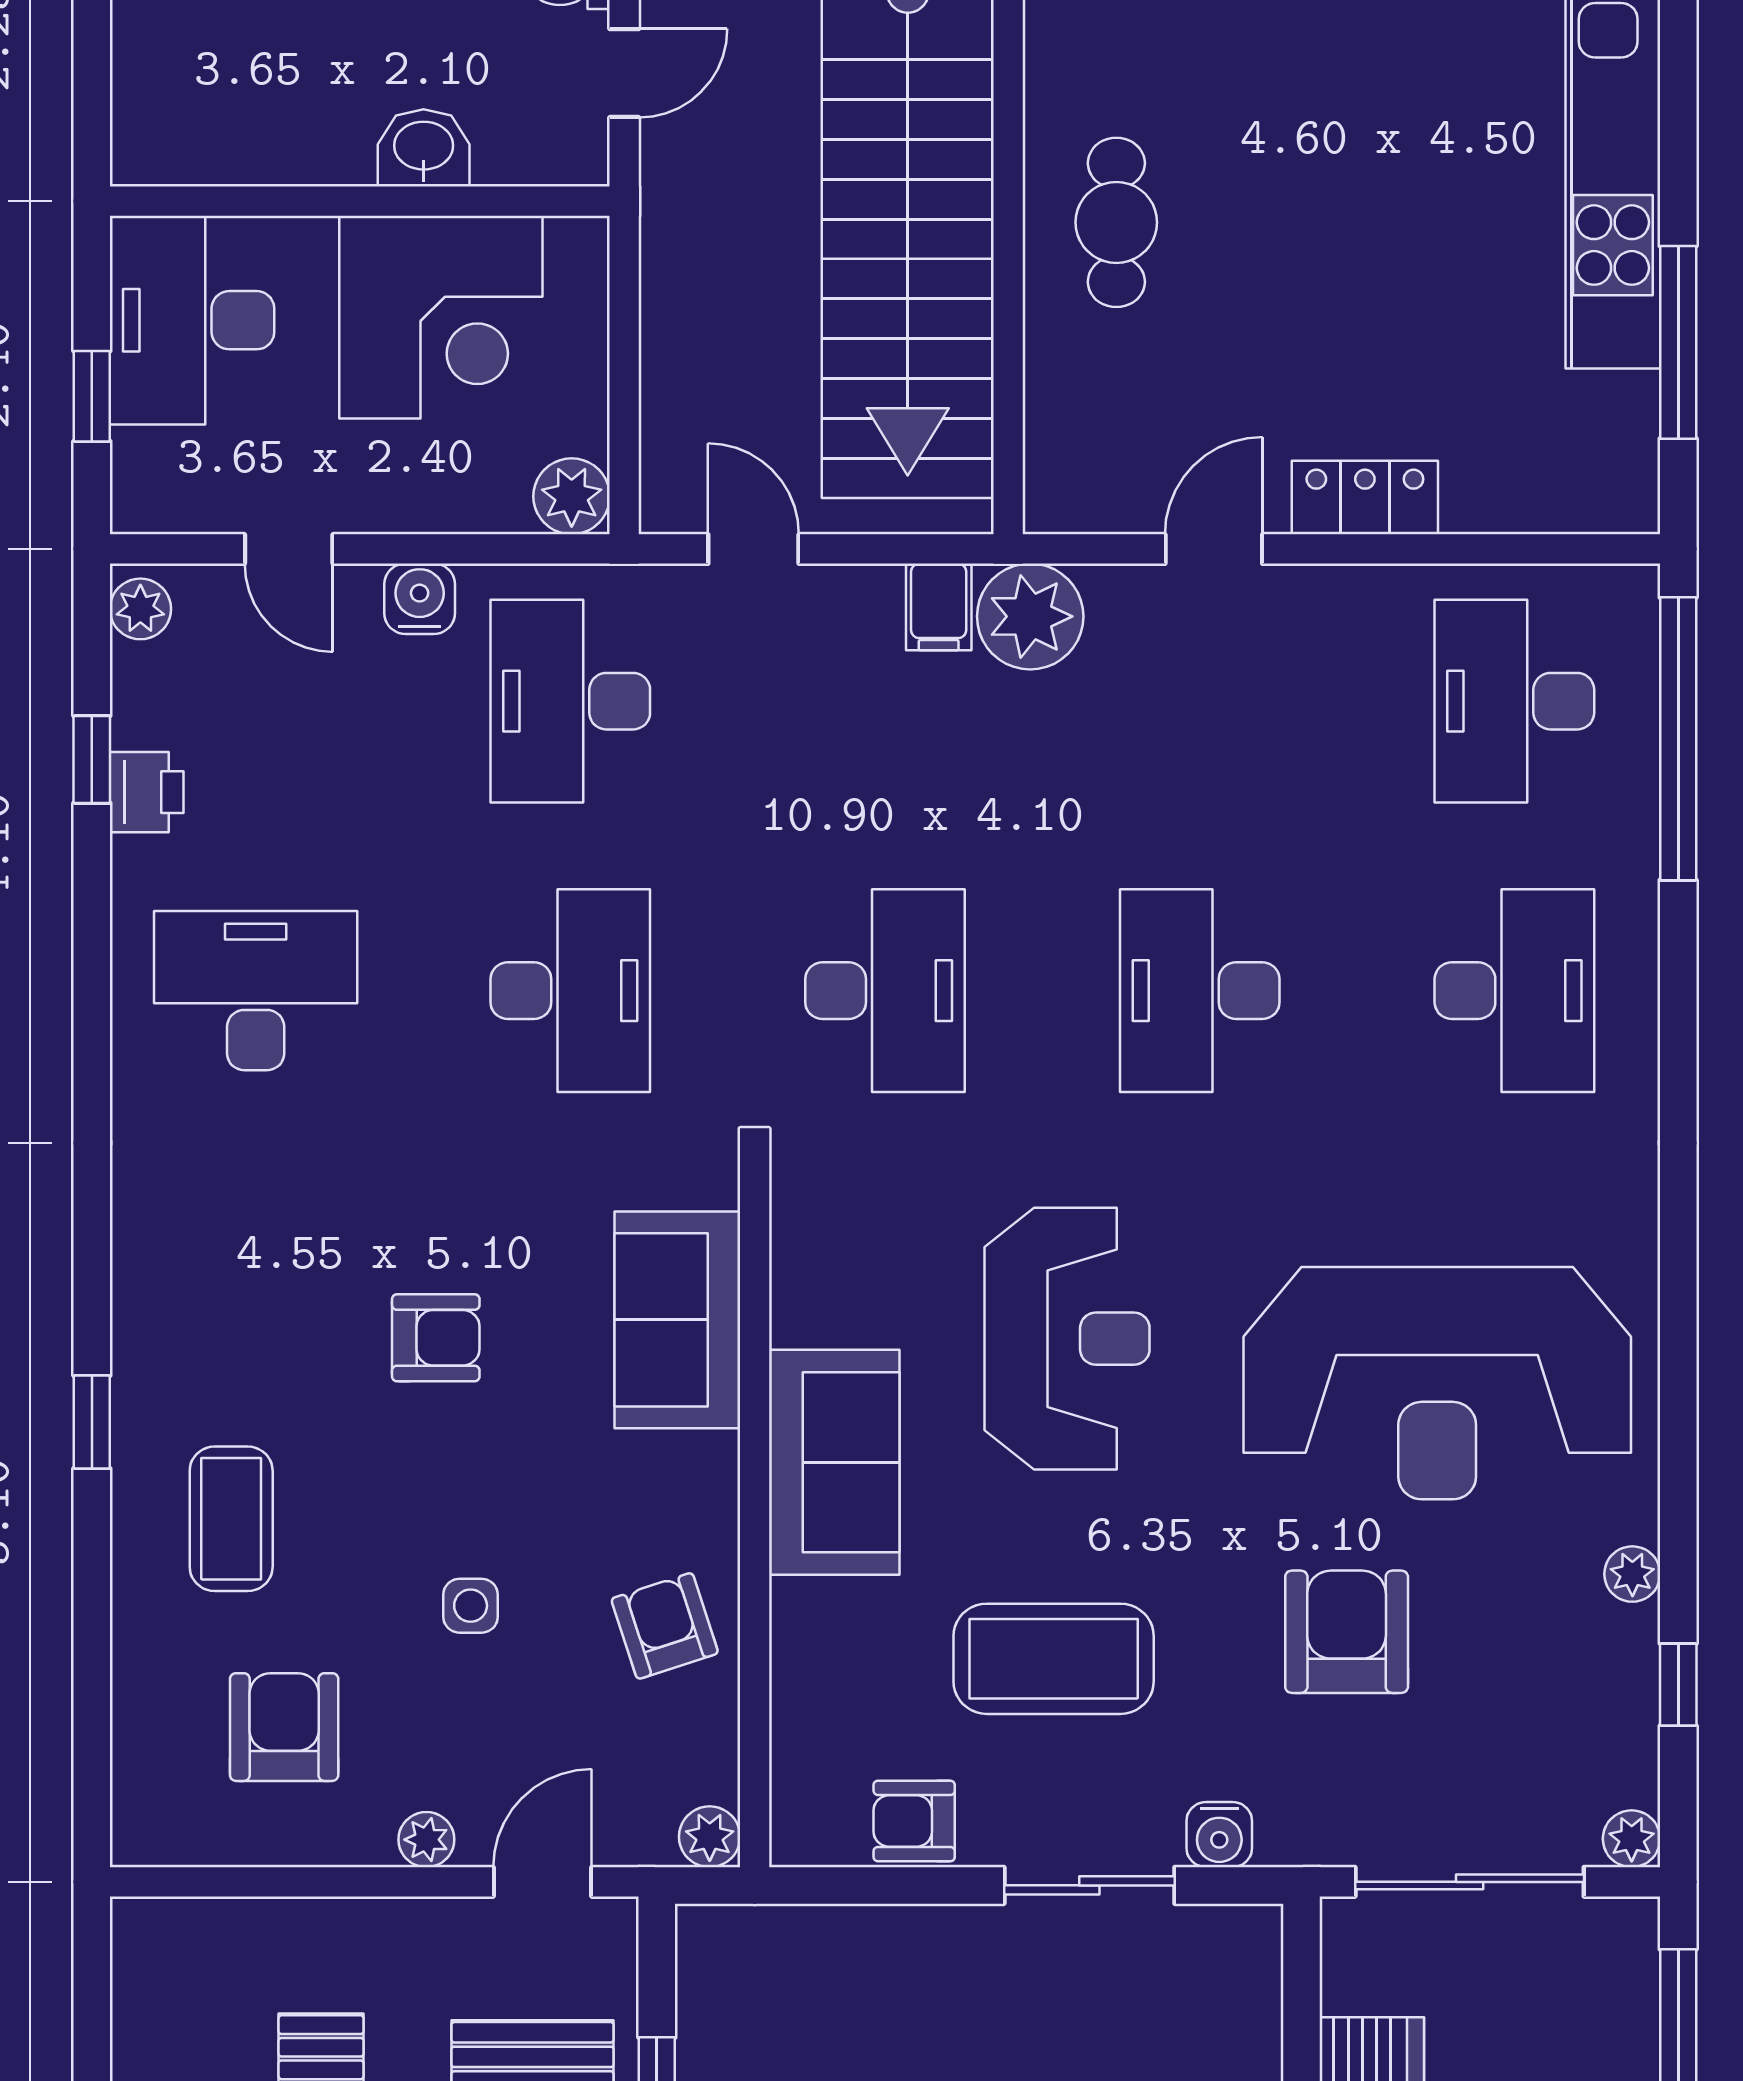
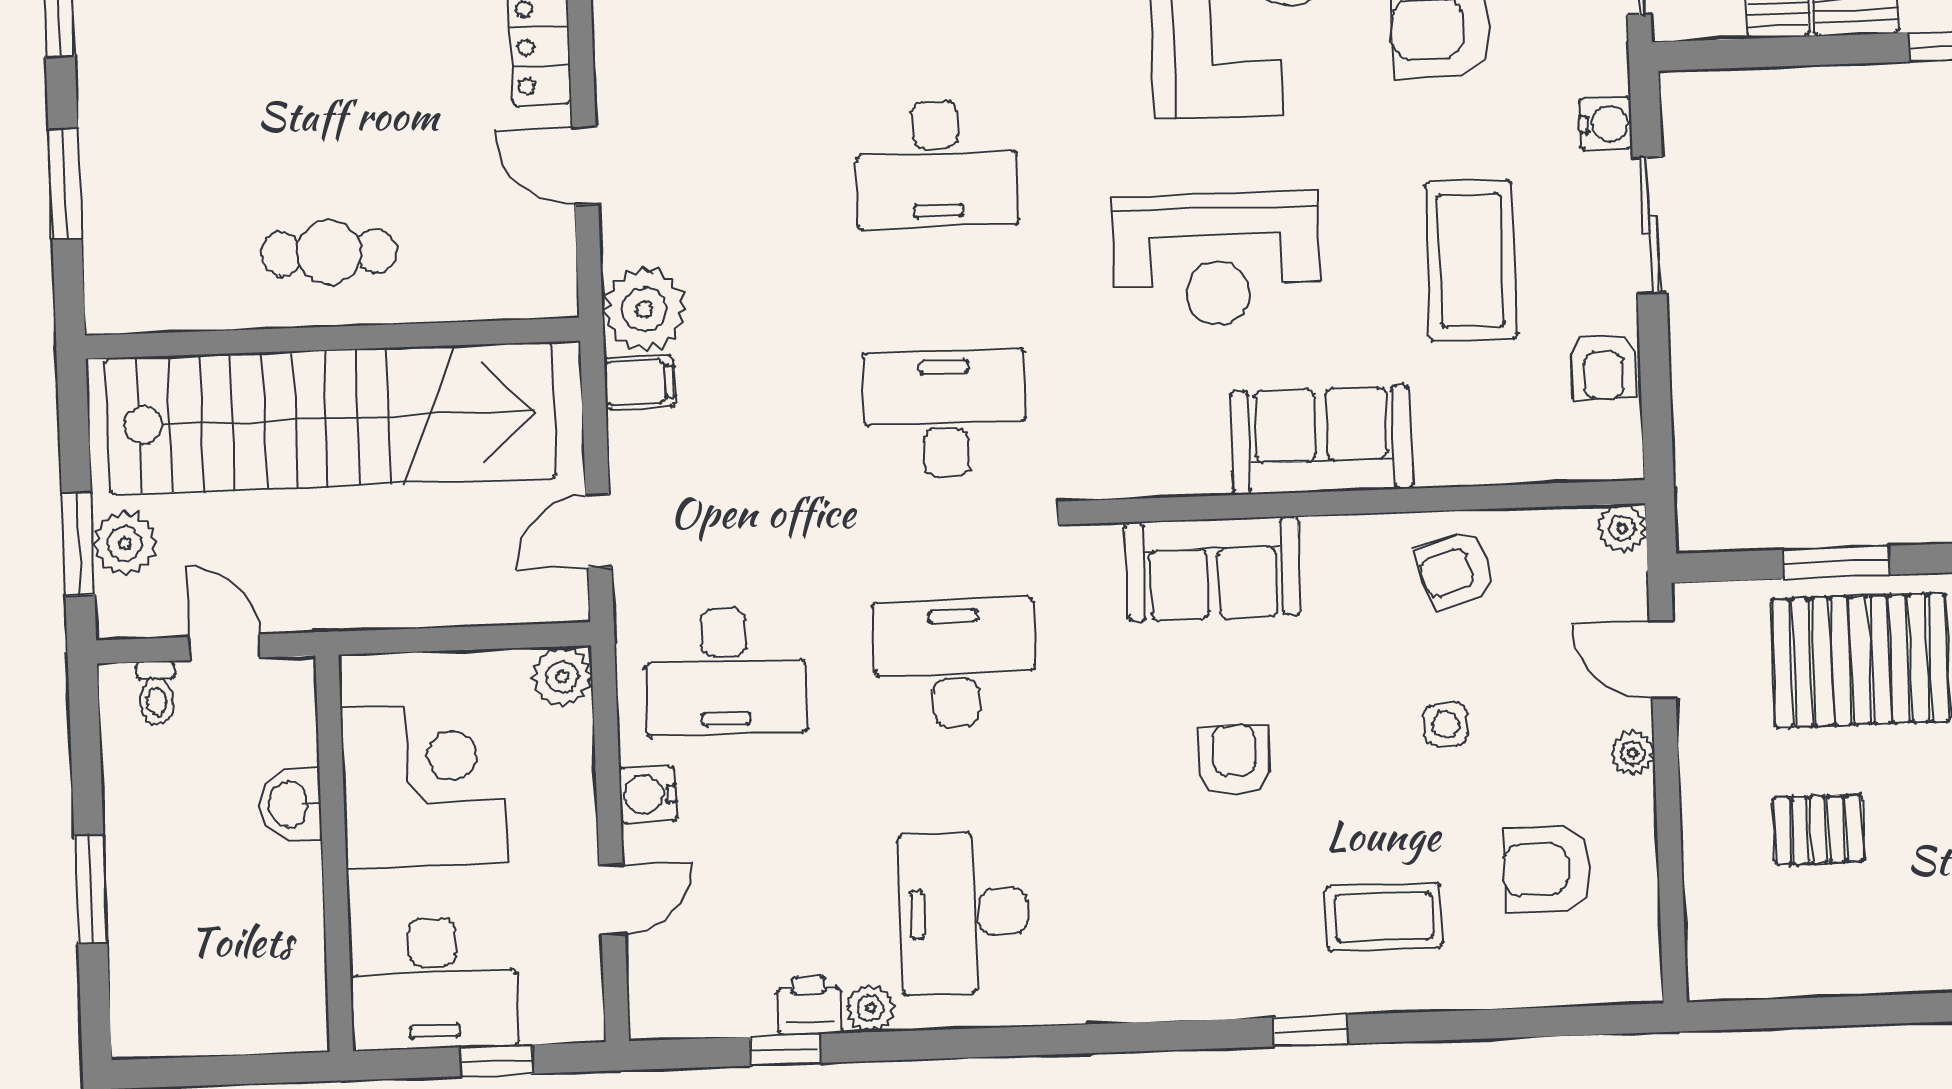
plant: (140, 609) -> (870, 1008), moved
reception desk: (1067, 1339) -> (1216, 259), turned 180

